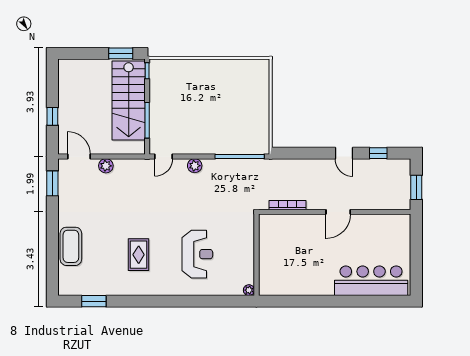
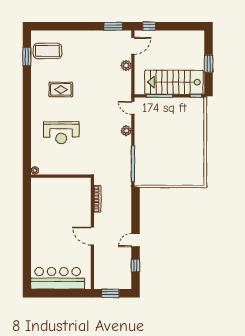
window: (121, 53) -> (209, 64), moved
window: (52, 116) -> (149, 26), moved
coffee table: (71, 246) -> (48, 51), moved
bar counter: (371, 281) -> (58, 278), moved, turned -90

